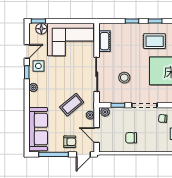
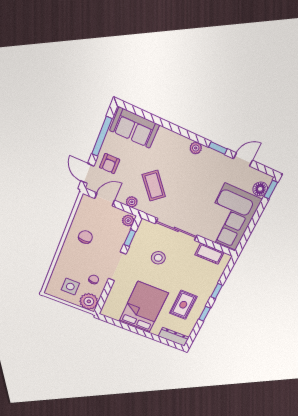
door: (27, 51) -> (243, 160), swing flipped
side table: (38, 66) -> (219, 166), removed
sofa: (38, 129) -> (135, 128), width x0.73

